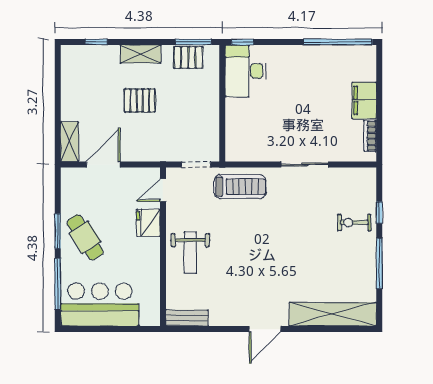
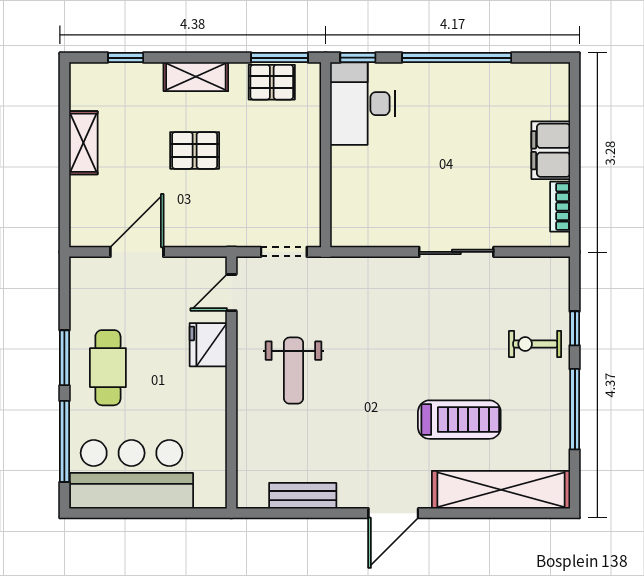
window: (338, 42) -> (457, 58), moved
shelving: (70, 142) -> (83, 143), moved
treadmill: (240, 187) -> (459, 420), moved
cafe table: (85, 237) -> (108, 368), turned 33
weight bench: (190, 253) -> (293, 371), moved
bench: (187, 318) -> (303, 496), moved

